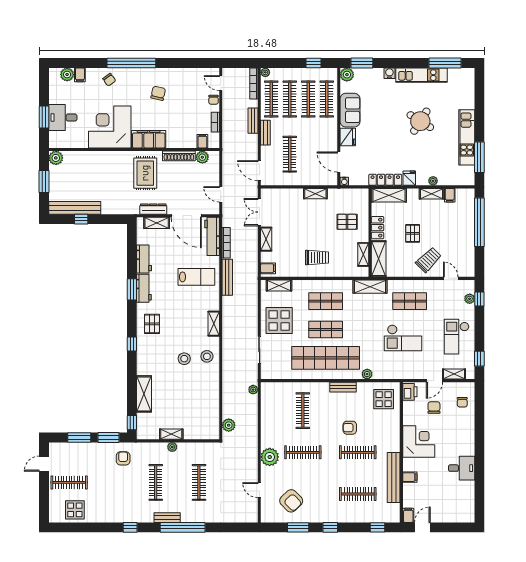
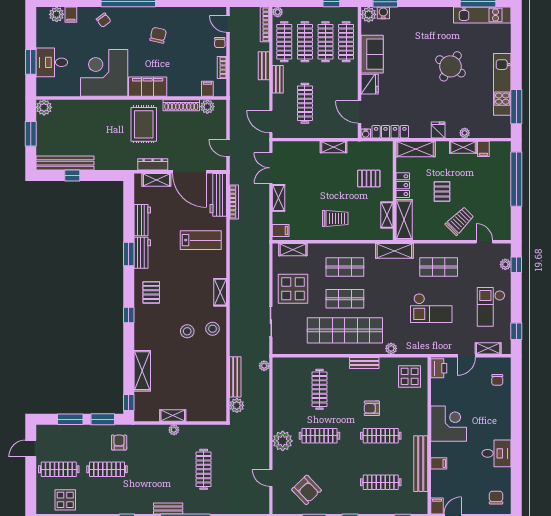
water cooler: (389, 73) -> (383, 13), moved
kitchen unit: (421, 75) -> (482, 15), moved
locker: (385, 180) -> (390, 132), moved
bench: (227, 277) -> (235, 377), moved
chair: (434, 408) -> (496, 498), moved
clothes rail: (156, 482) -> (107, 469), moved, turned 90

